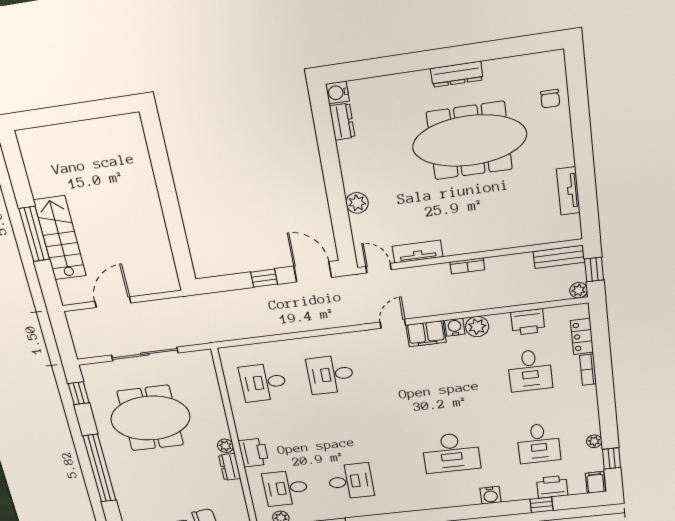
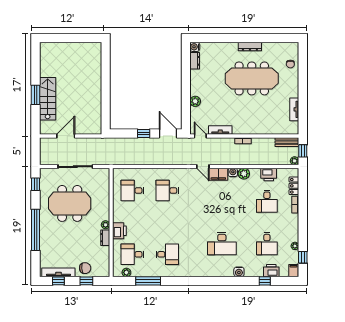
window: (34, 234) -> (36, 95), width x0.69
door: (393, 324) -> (203, 167), swing flipped

